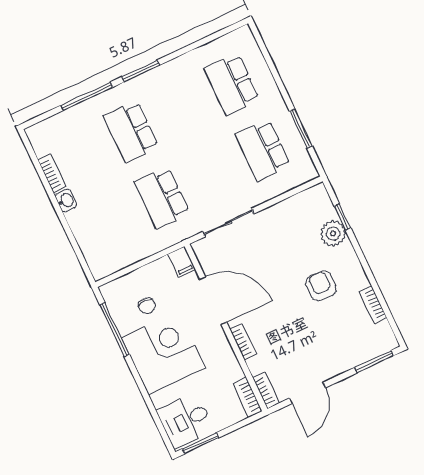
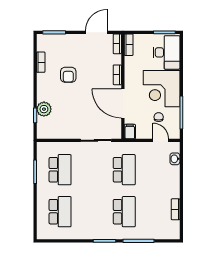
washbasin: (66, 201) -> (175, 159), moved
door: (126, 271) -> (161, 140), added
armchair: (321, 286) -> (68, 75), moved
desk: (186, 421) -> (167, 52), width x1.37

